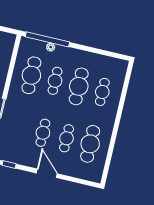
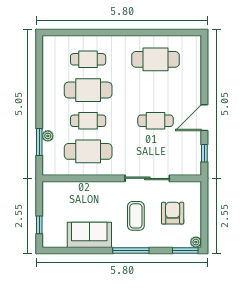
window: (47, 39) -> (39, 142), width x0.47
cafe table: (67, 138) -> (156, 90), removed
door: (47, 173) -> (204, 118), moved

